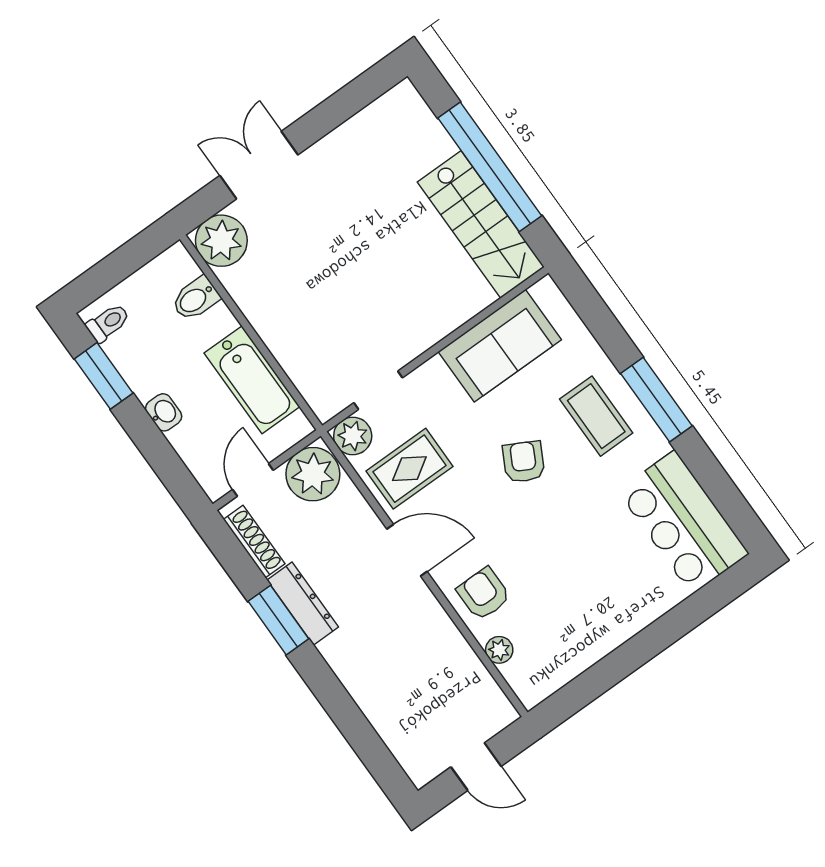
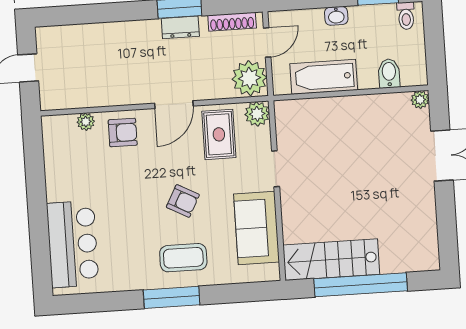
plant: (221, 241) -> (420, 100), width x0.53, depth x0.53
doorway: (378, 390) -> (276, 169), moved
door: (253, 480) -> (267, 42), hinge flipped
bar counter: (683, 522) -> (73, 244), moved, turned 90
dresser: (303, 603) -> (180, 27), width x0.70

